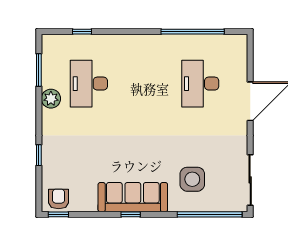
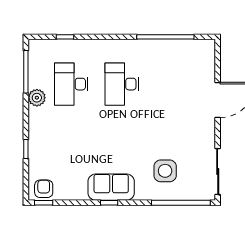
window: (39, 70) -> (26, 72), width x1.44
desk: (200, 84) -> (122, 84), moved
sofa: (133, 197) -> (111, 187), width x0.73

